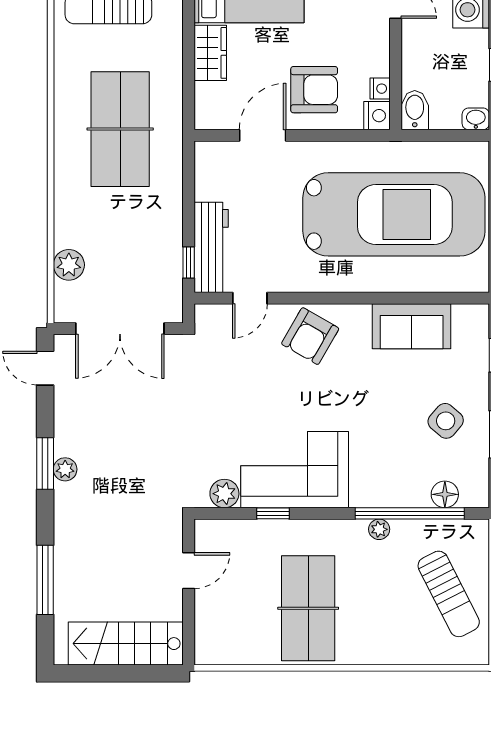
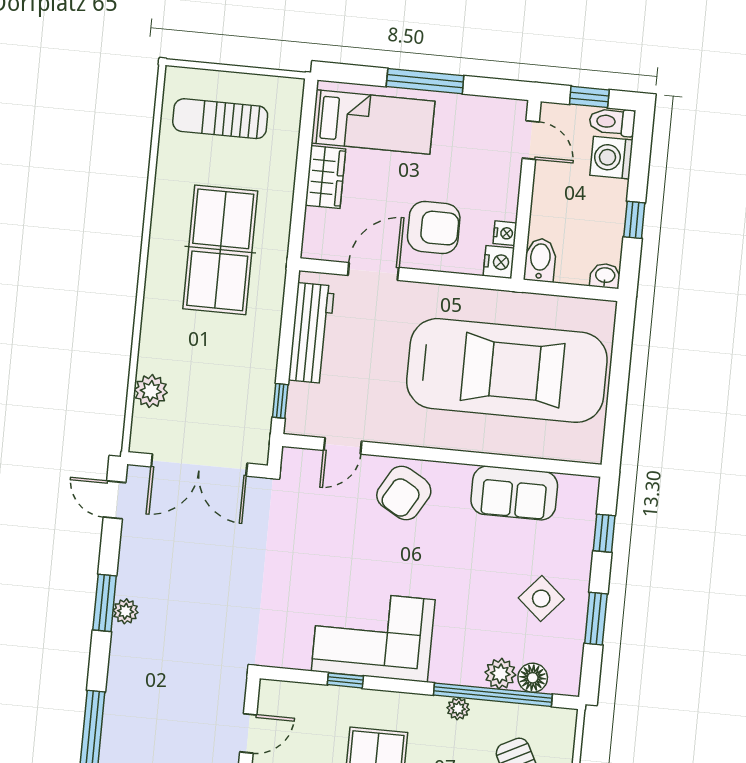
workbench: (211, 247) -> (311, 333), moved
plant: (224, 494) -> (500, 674), moved

